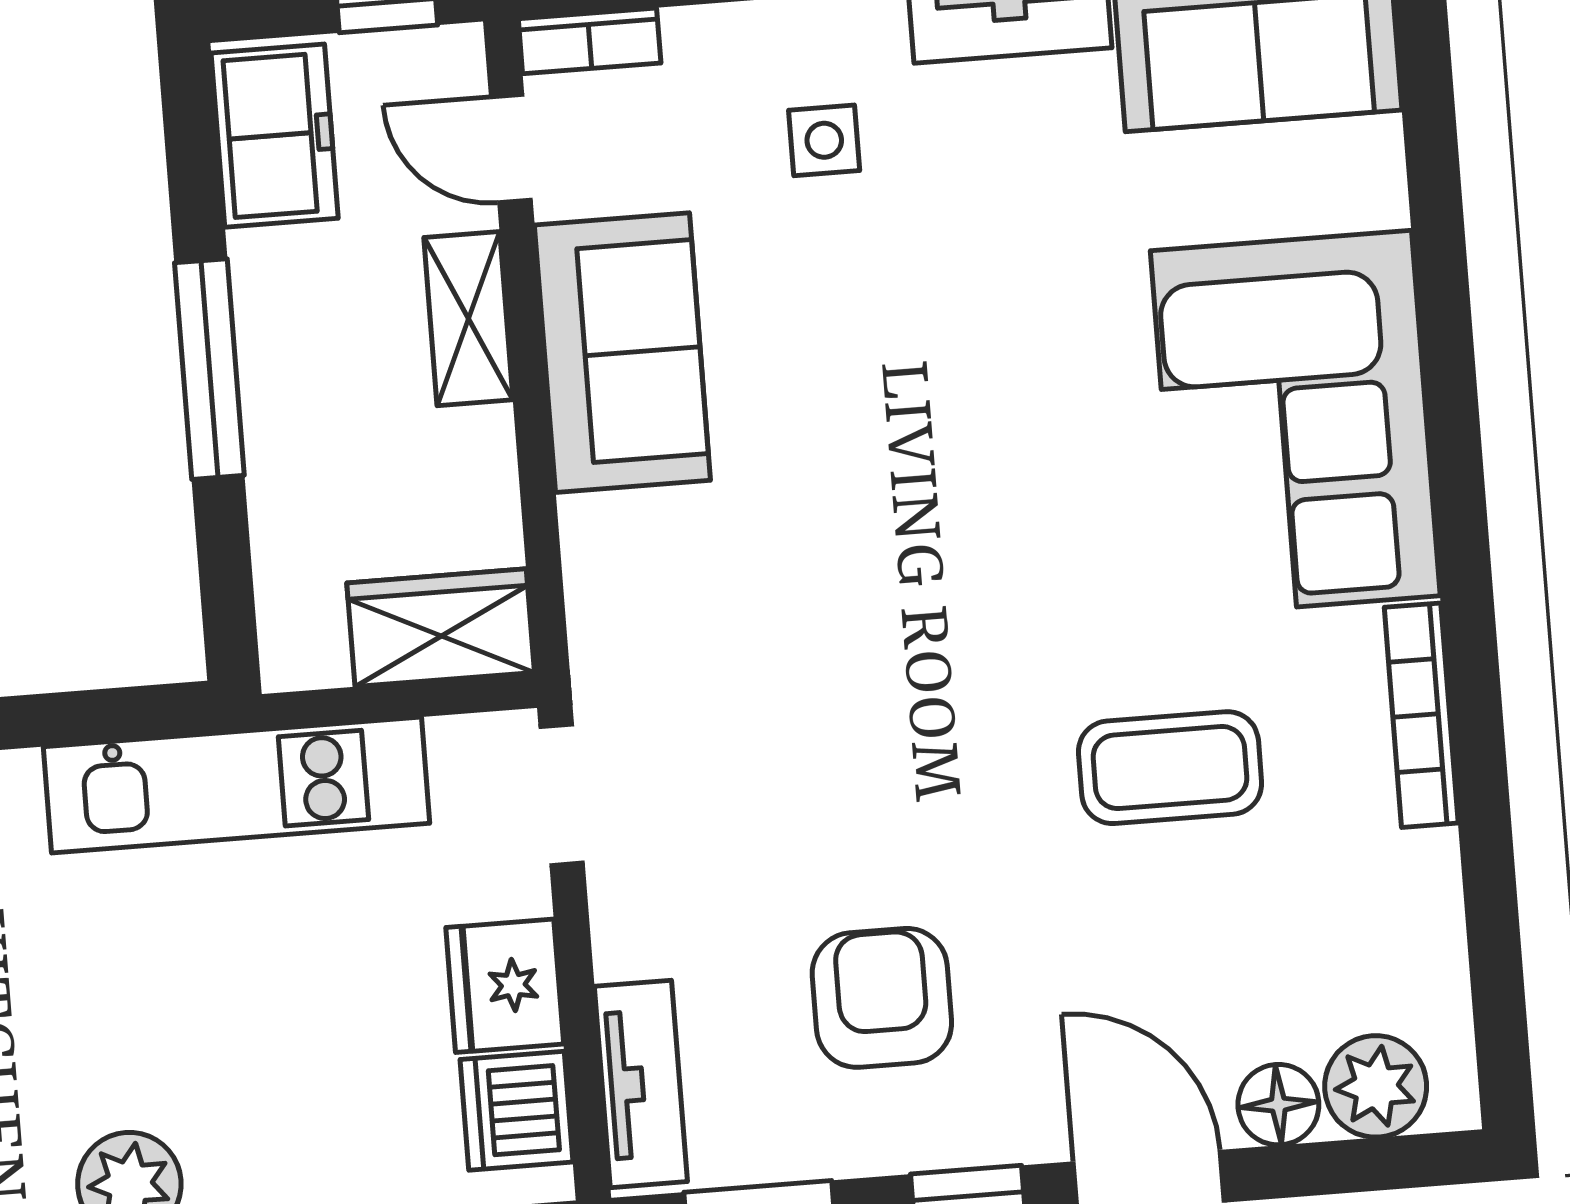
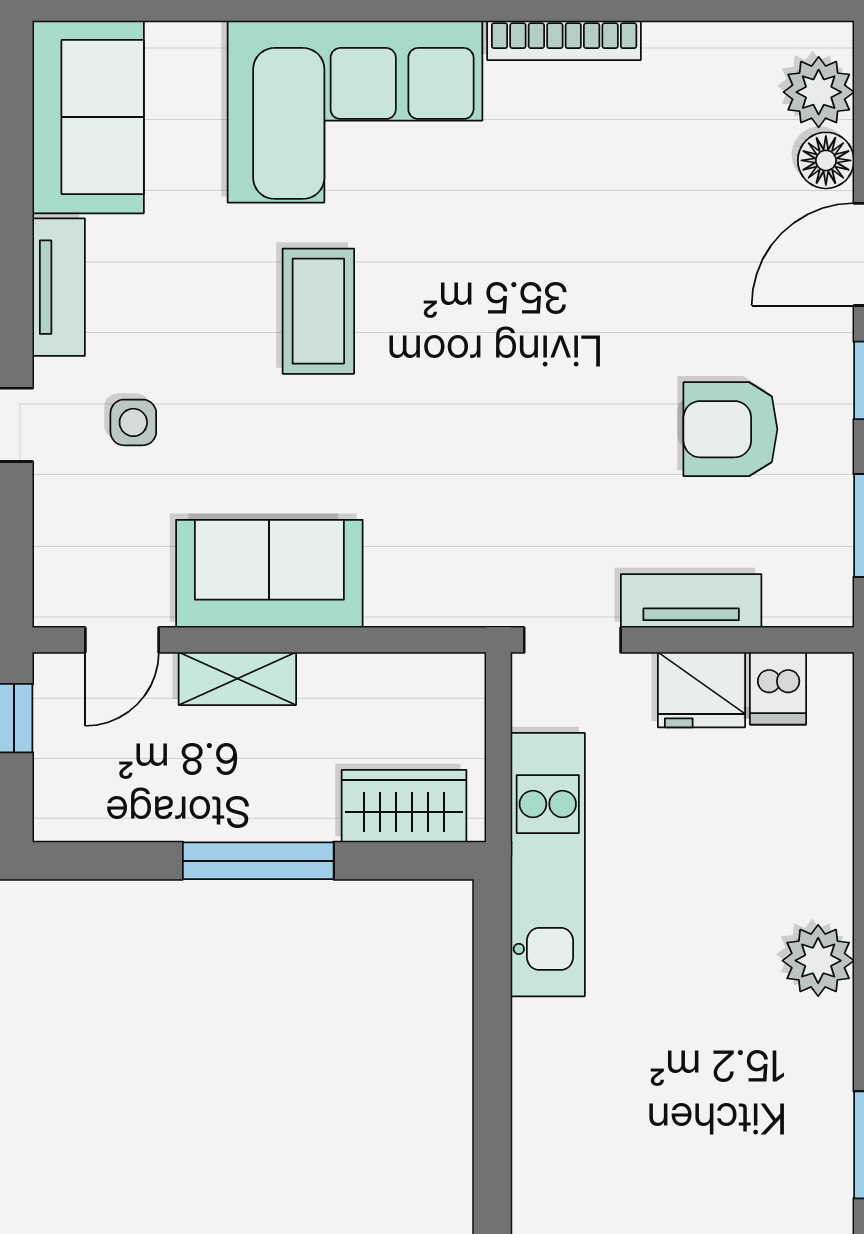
bookcase: (590, 41) -> (52, 580), removed
freezer: (275, 136) -> (100, 803), removed
wardrobe: (441, 628) -> (404, 806), moved, turned 90
coffee table: (1170, 768) -> (318, 311), moved
tv unit: (641, 1084) -> (691, 601), moved
dishwasher: (517, 1111) -> (778, 688), width x0.73

